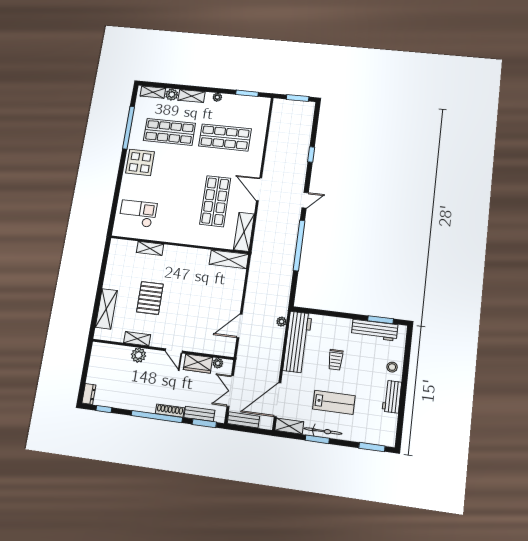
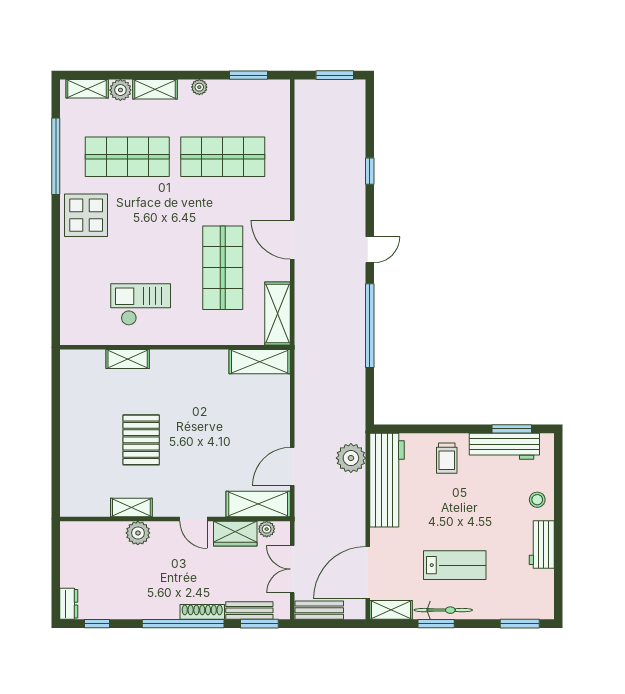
checkout: (138, 214) -> (141, 305), moved
shelving: (106, 309) -> (258, 504), moved, turned 90
plant: (281, 322) -> (351, 458), width x1.87, depth x1.87
trolley: (336, 360) -> (447, 458), moved

